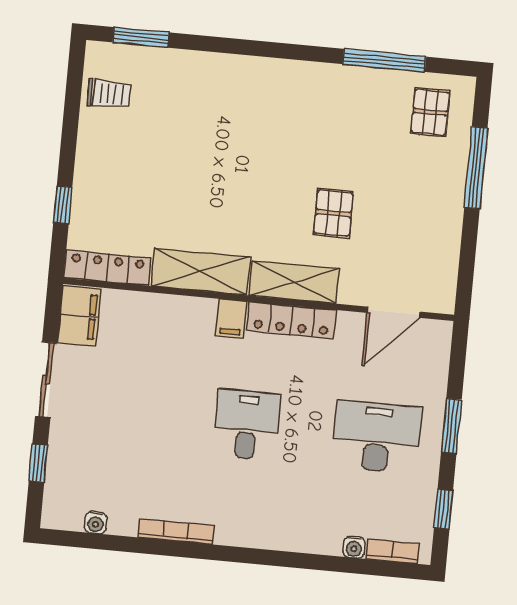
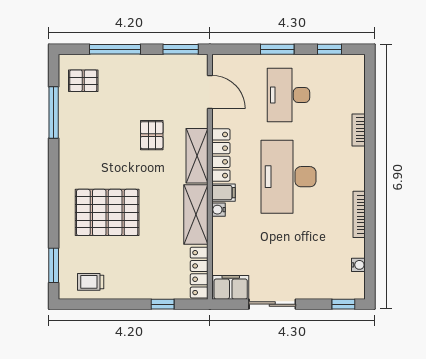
trolley: (109, 94) -> (91, 282), turned -90
pallet: (217, 130) -> (107, 212), added
pallet: (333, 213) -> (152, 135), turned 90
window: (466, 272) -> (181, 49), added
desk: (247, 425) -> (288, 177), width x1.87, depth x1.30
window: (38, 463) -> (343, 304), moved
water cooler: (354, 547) -> (218, 210), moved, turned 180
bookcase: (393, 551) -> (359, 130), moved

